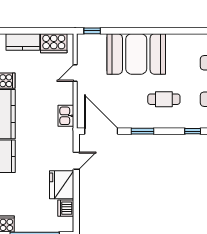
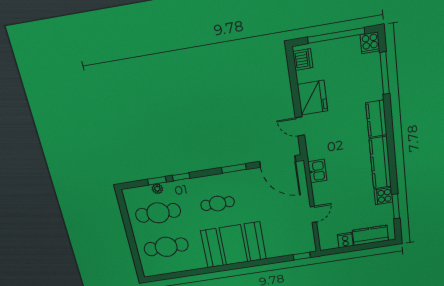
cooker: (54, 43) -> (345, 240), width x0.53, depth x0.76
booth: (136, 54) -> (233, 245), moved
door: (76, 161) -> (300, 126), hinge flipped
dishwasher: (66, 208) -> (303, 60), moved

